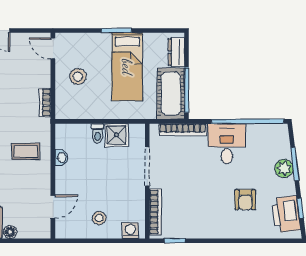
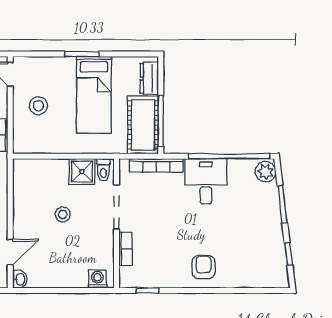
toilet: (97, 133) -> (103, 170), moved
washbasin: (61, 158) -> (20, 279), moved
plant: (284, 168) -> (266, 172), moved
armchair: (245, 200) -> (204, 267), moved, turned 180
bookcase: (155, 212) -> (126, 249), width x0.64
printer: (286, 214) -> (273, 261), removed
stool: (99, 218) -> (63, 215), moved

